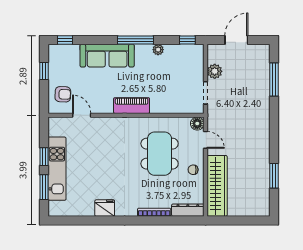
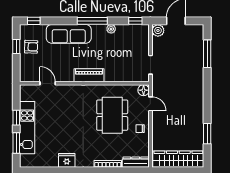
plant: (215, 71) -> (158, 30), moved
armchair: (63, 94) -> (31, 47), moved
wardrobe: (217, 186) -> (178, 159), moved, turned -90

